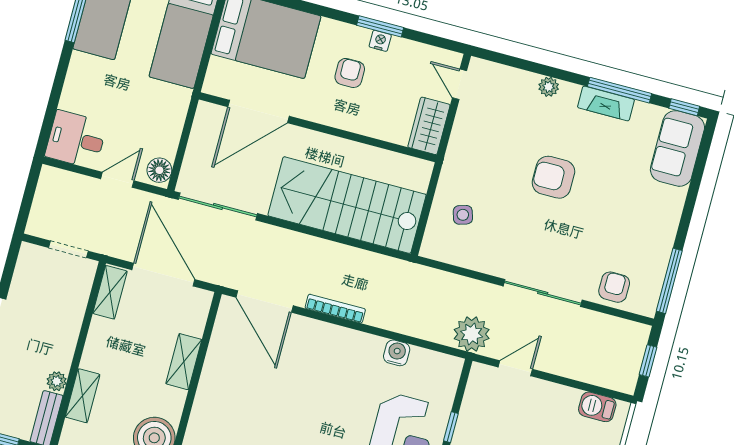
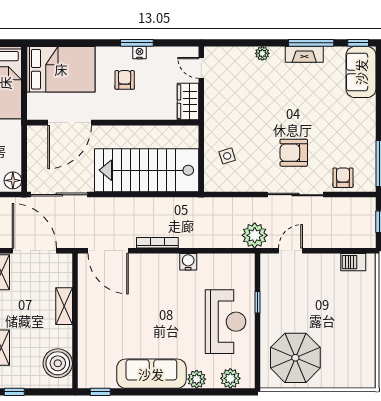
armchair: (553, 177) -> (294, 153), moved
water cooler: (397, 353) -> (188, 262), moved

